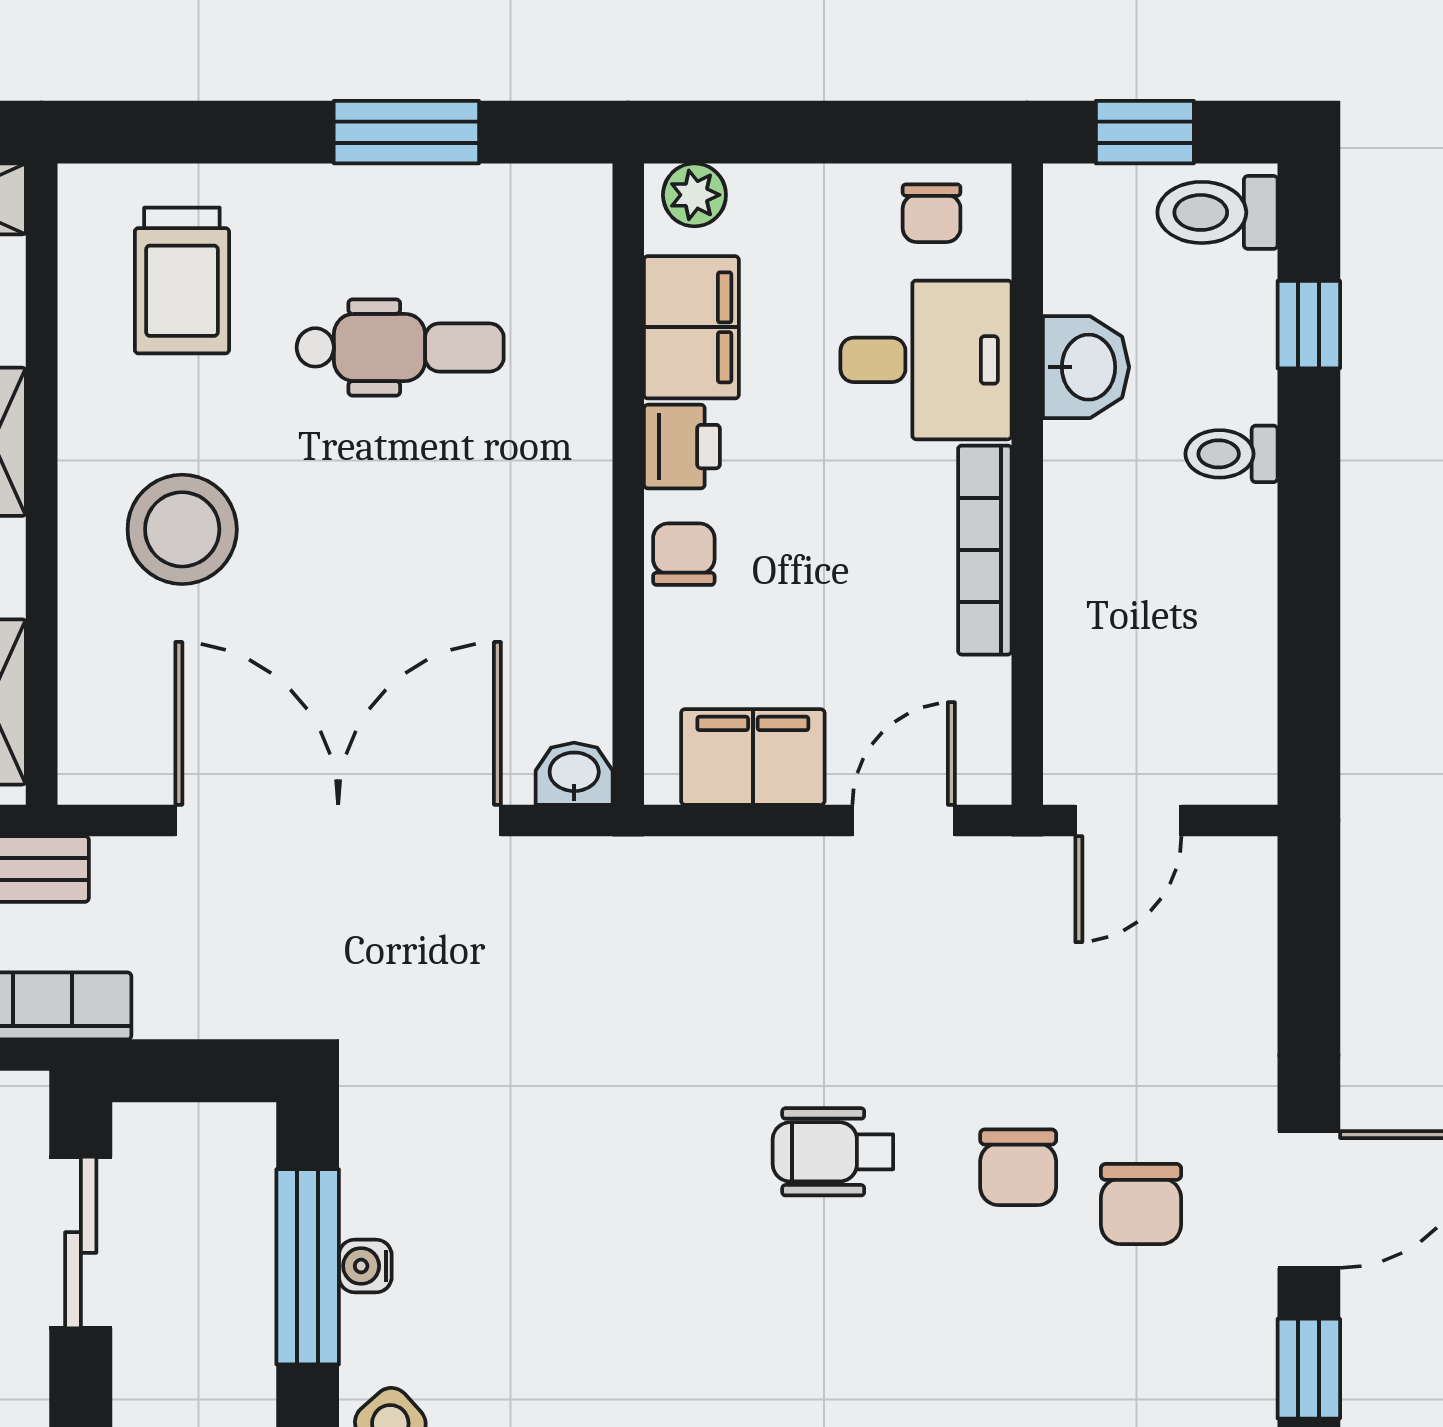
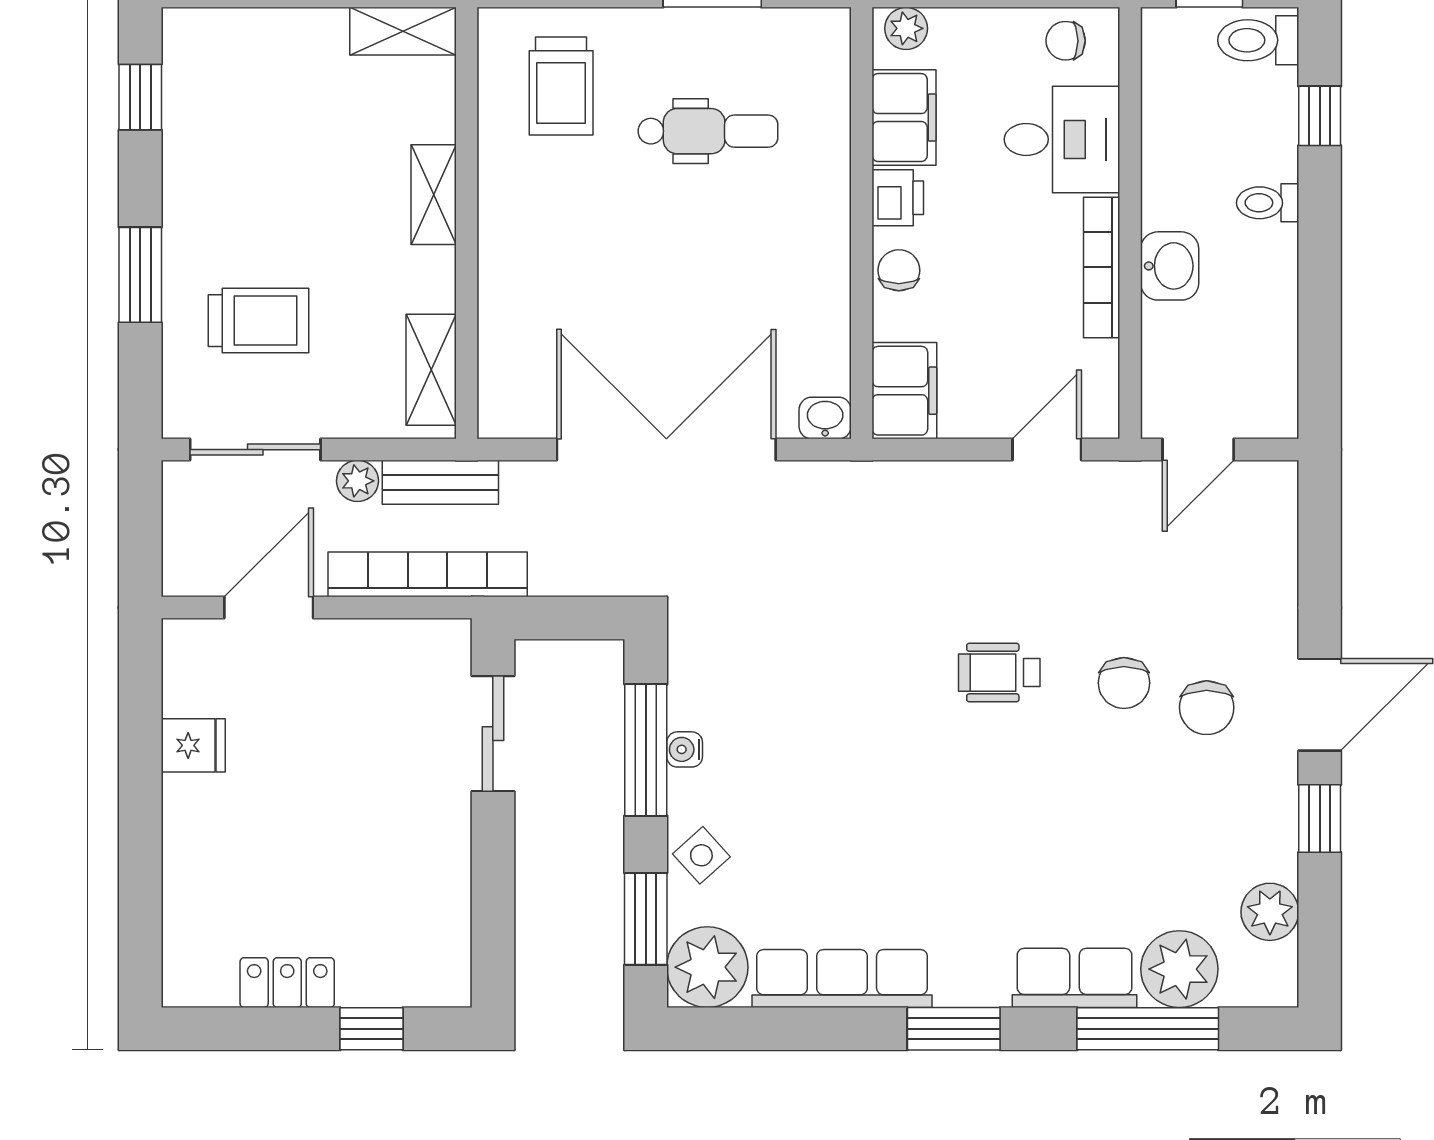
chair: (932, 213) -> (1066, 41), turned 90
washbasin: (1086, 367) -> (1170, 266), moved
stool: (182, 529) -> (561, 254), removed
filing cabinet: (753, 757) -> (904, 391), moved, turned 90

